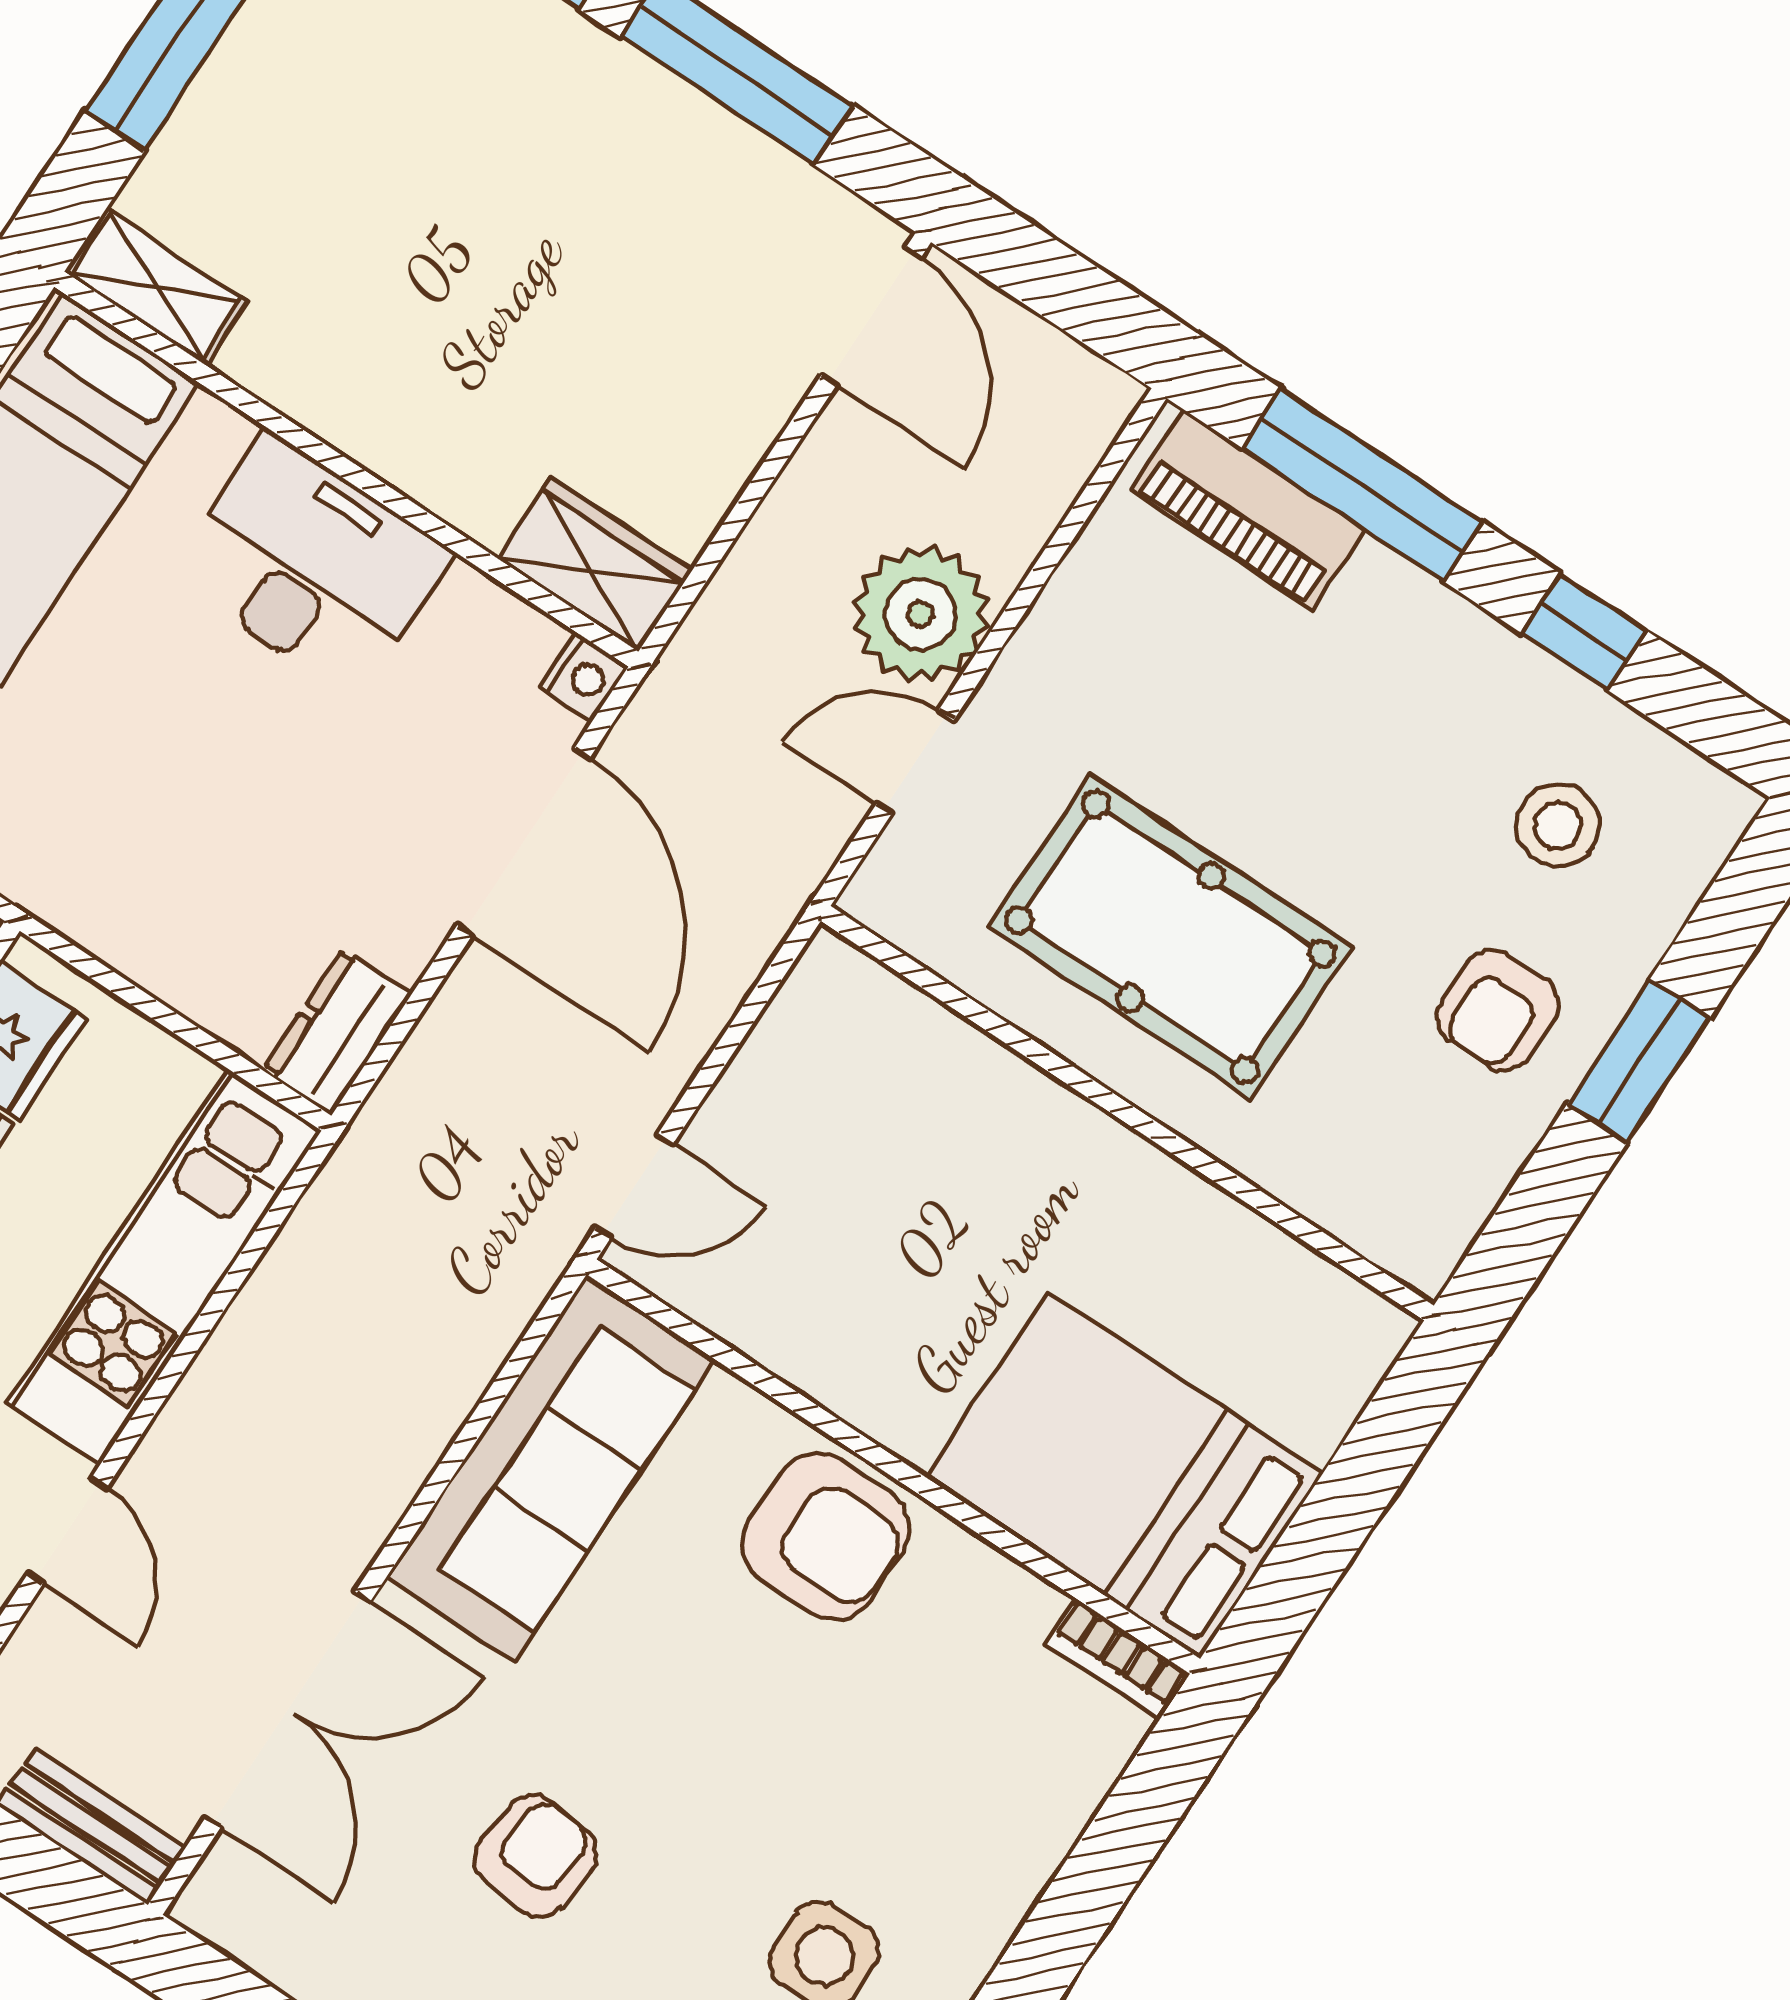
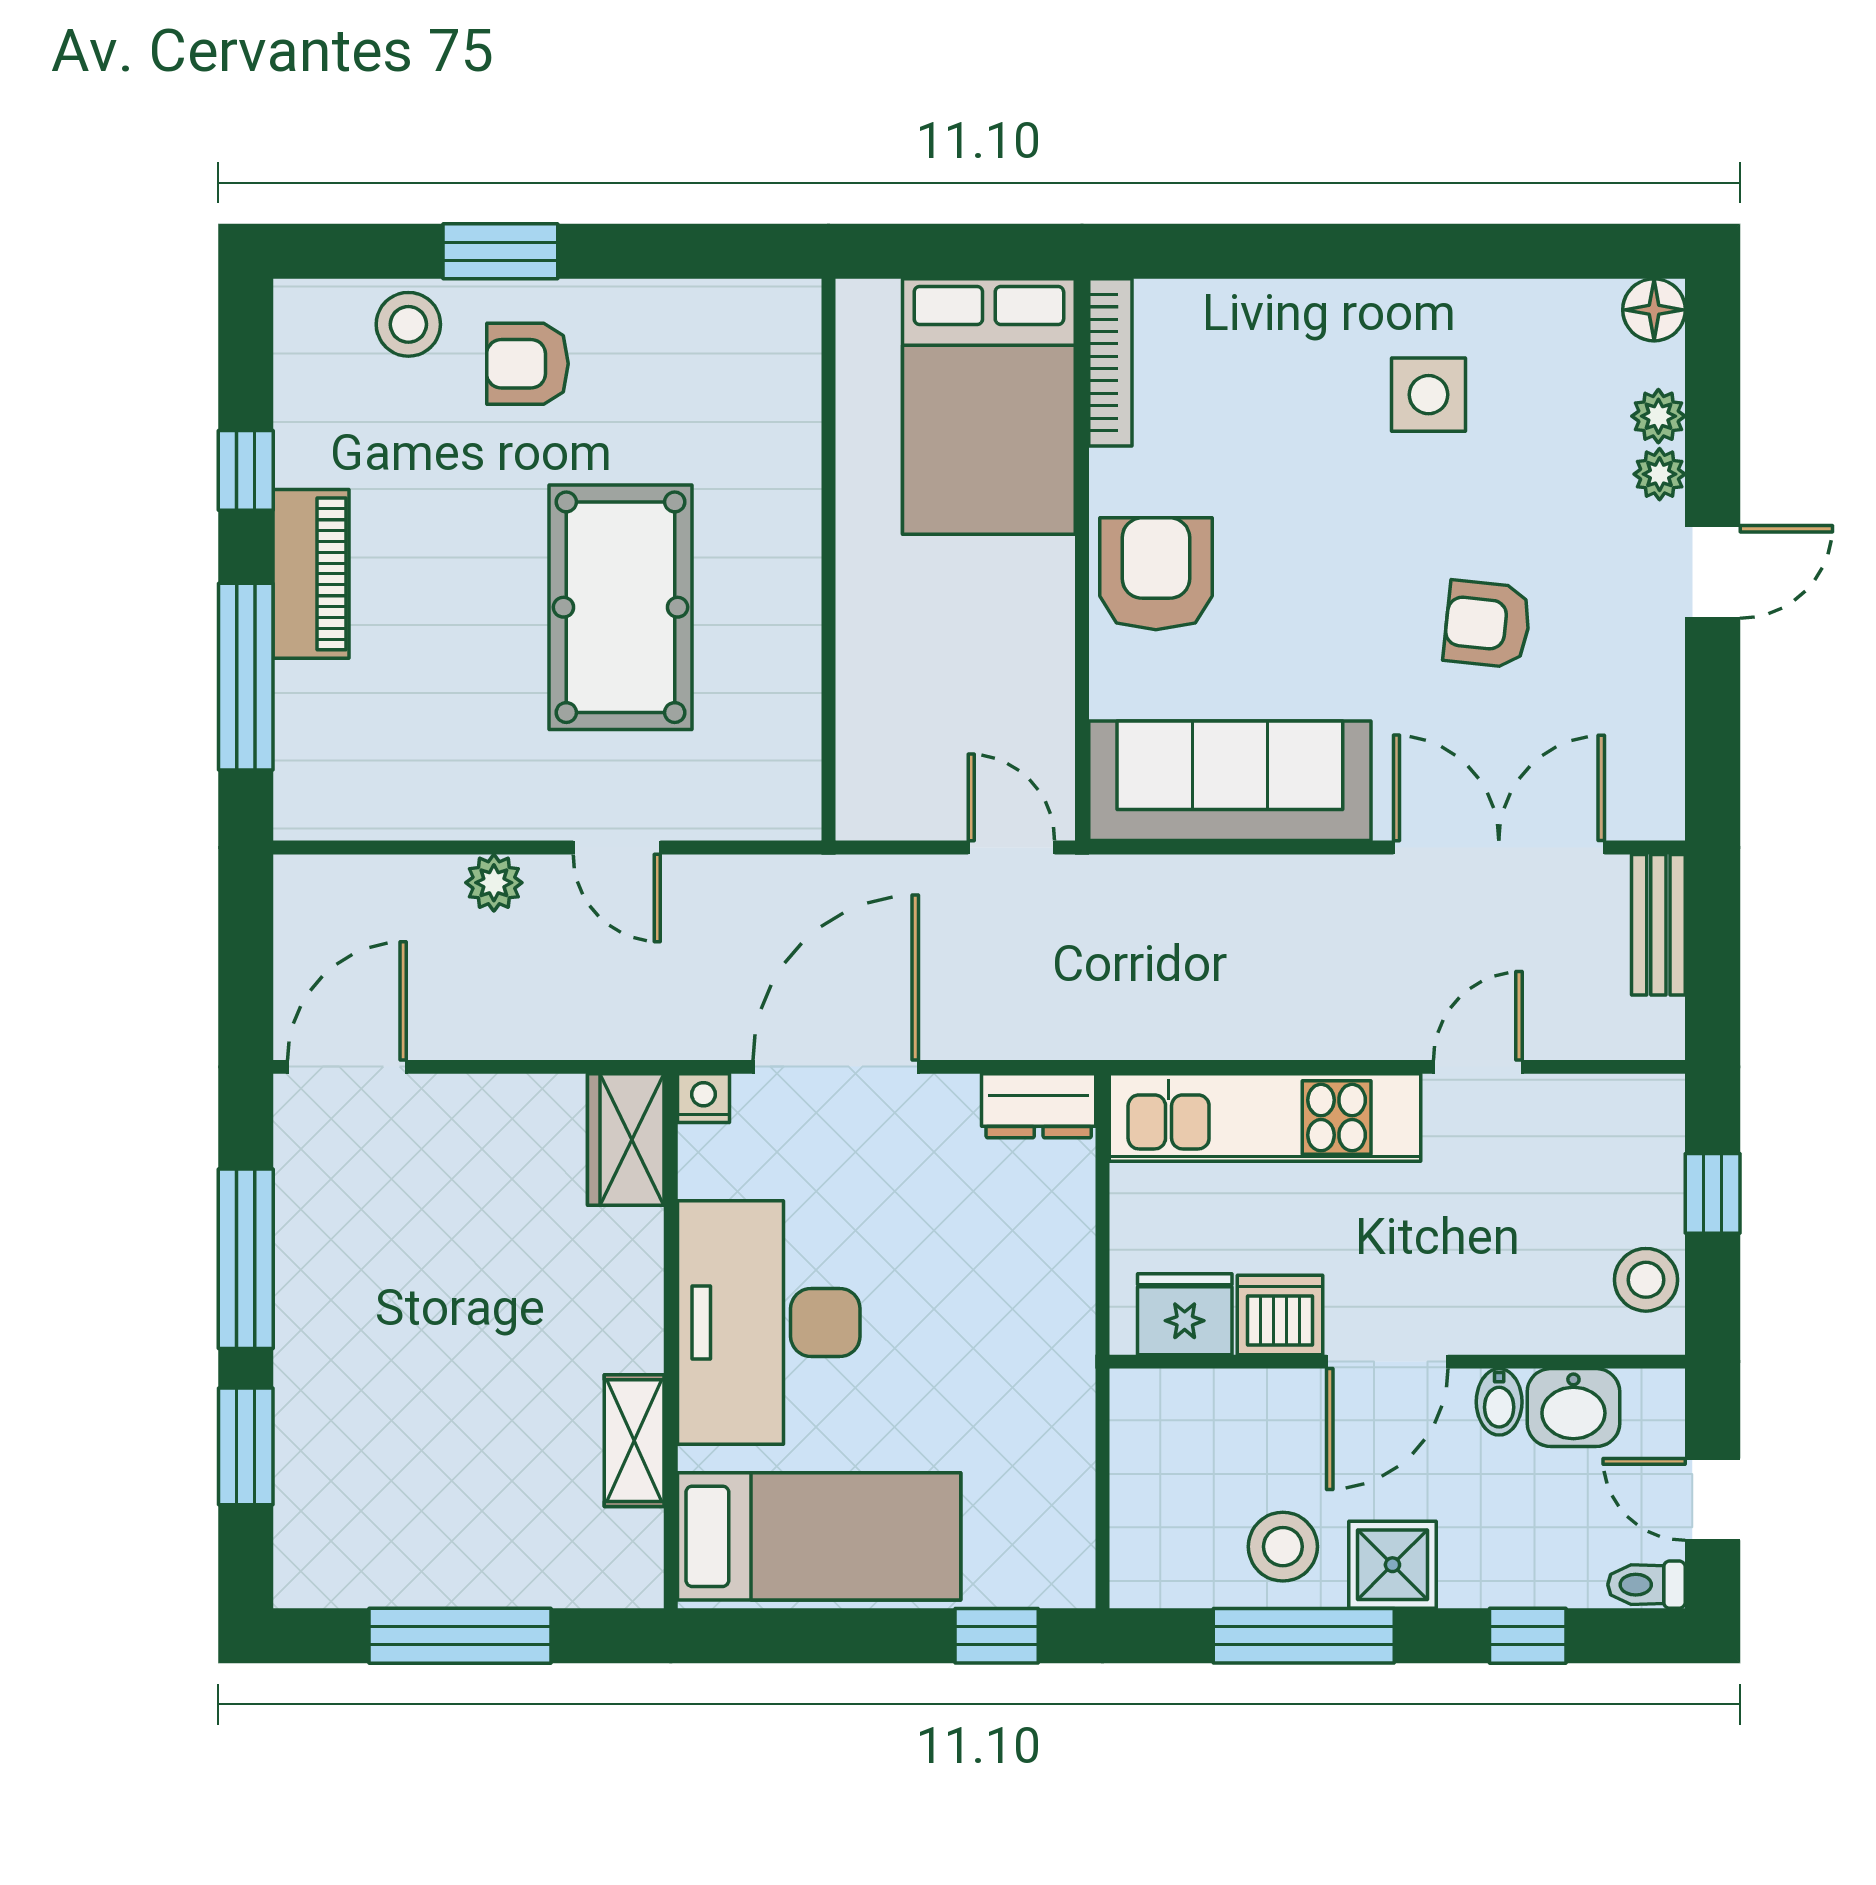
shelving: (156, 287) -> (634, 1441), moved
piano: (1247, 510) -> (311, 574), moved
desk: (312, 565) -> (769, 1323), width x1.36, depth x1.30
plant: (920, 614) -> (494, 883), width x0.53, depth x0.53
stool: (1558, 825) -> (408, 324), moved
armchair: (1498, 1010) -> (527, 364), turned 180
wall: (1127, 1113) -> (828, 560), moved
bookcase: (1118, 1659) -> (1110, 362), width x1.56

